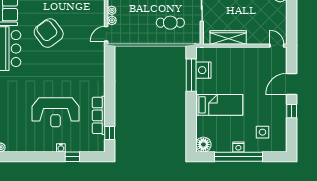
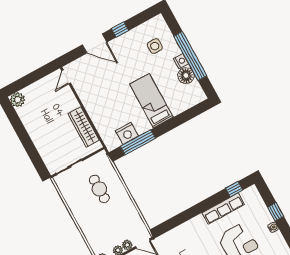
floor lamp: (203, 144) -> (186, 76), moved

